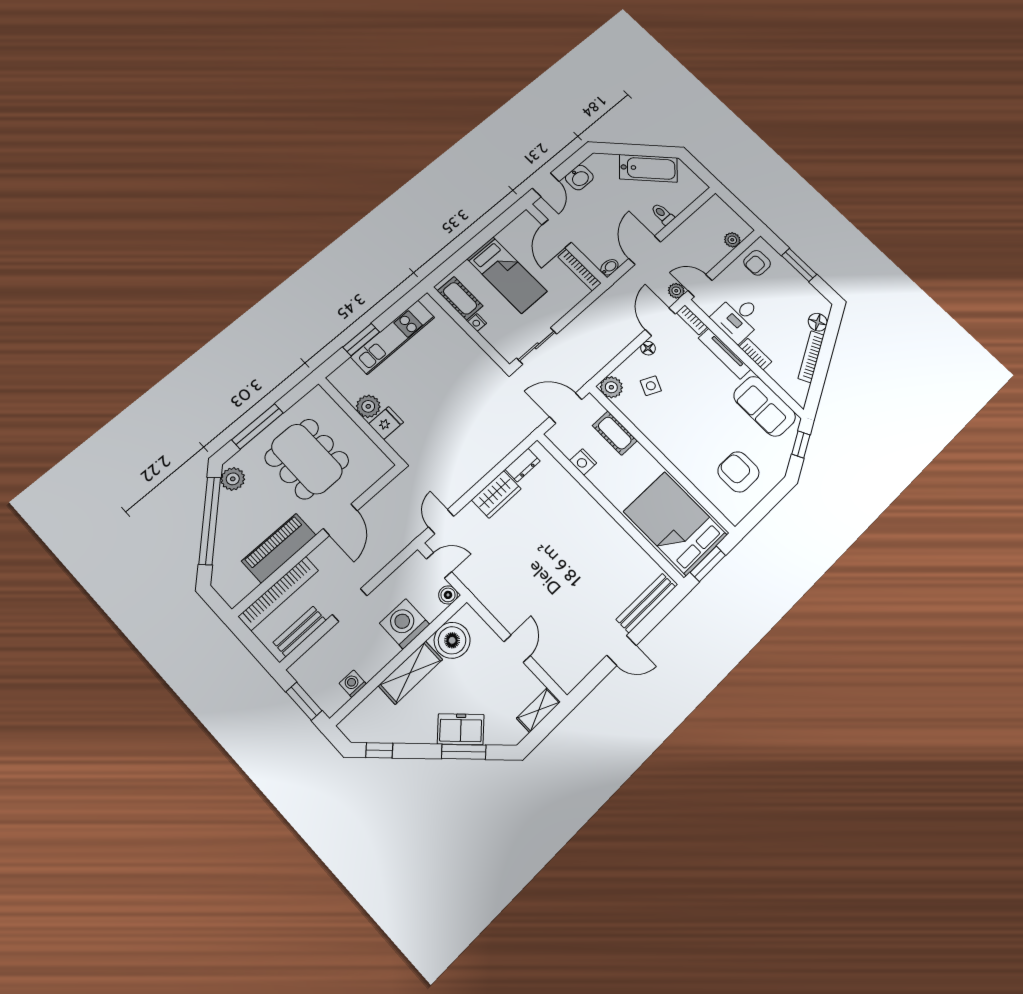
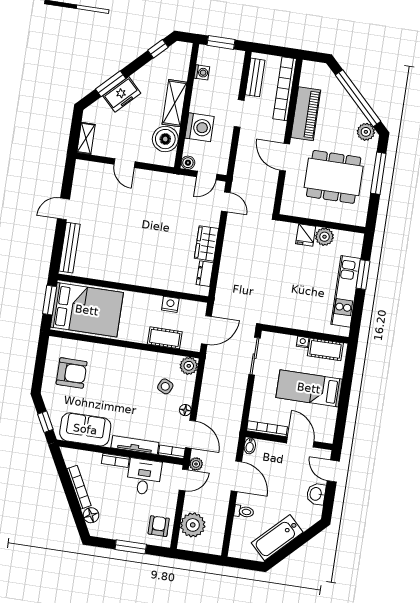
plant: (732, 240) -> (193, 525), width x1.87, depth x1.87

